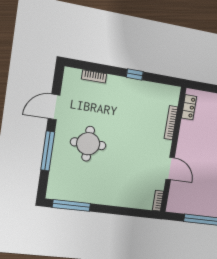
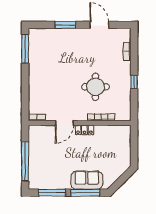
locker: (189, 107) -> (84, 130), moved
round table: (88, 144) -> (95, 87), moved
window: (48, 151) -> (65, 25), width x0.69

